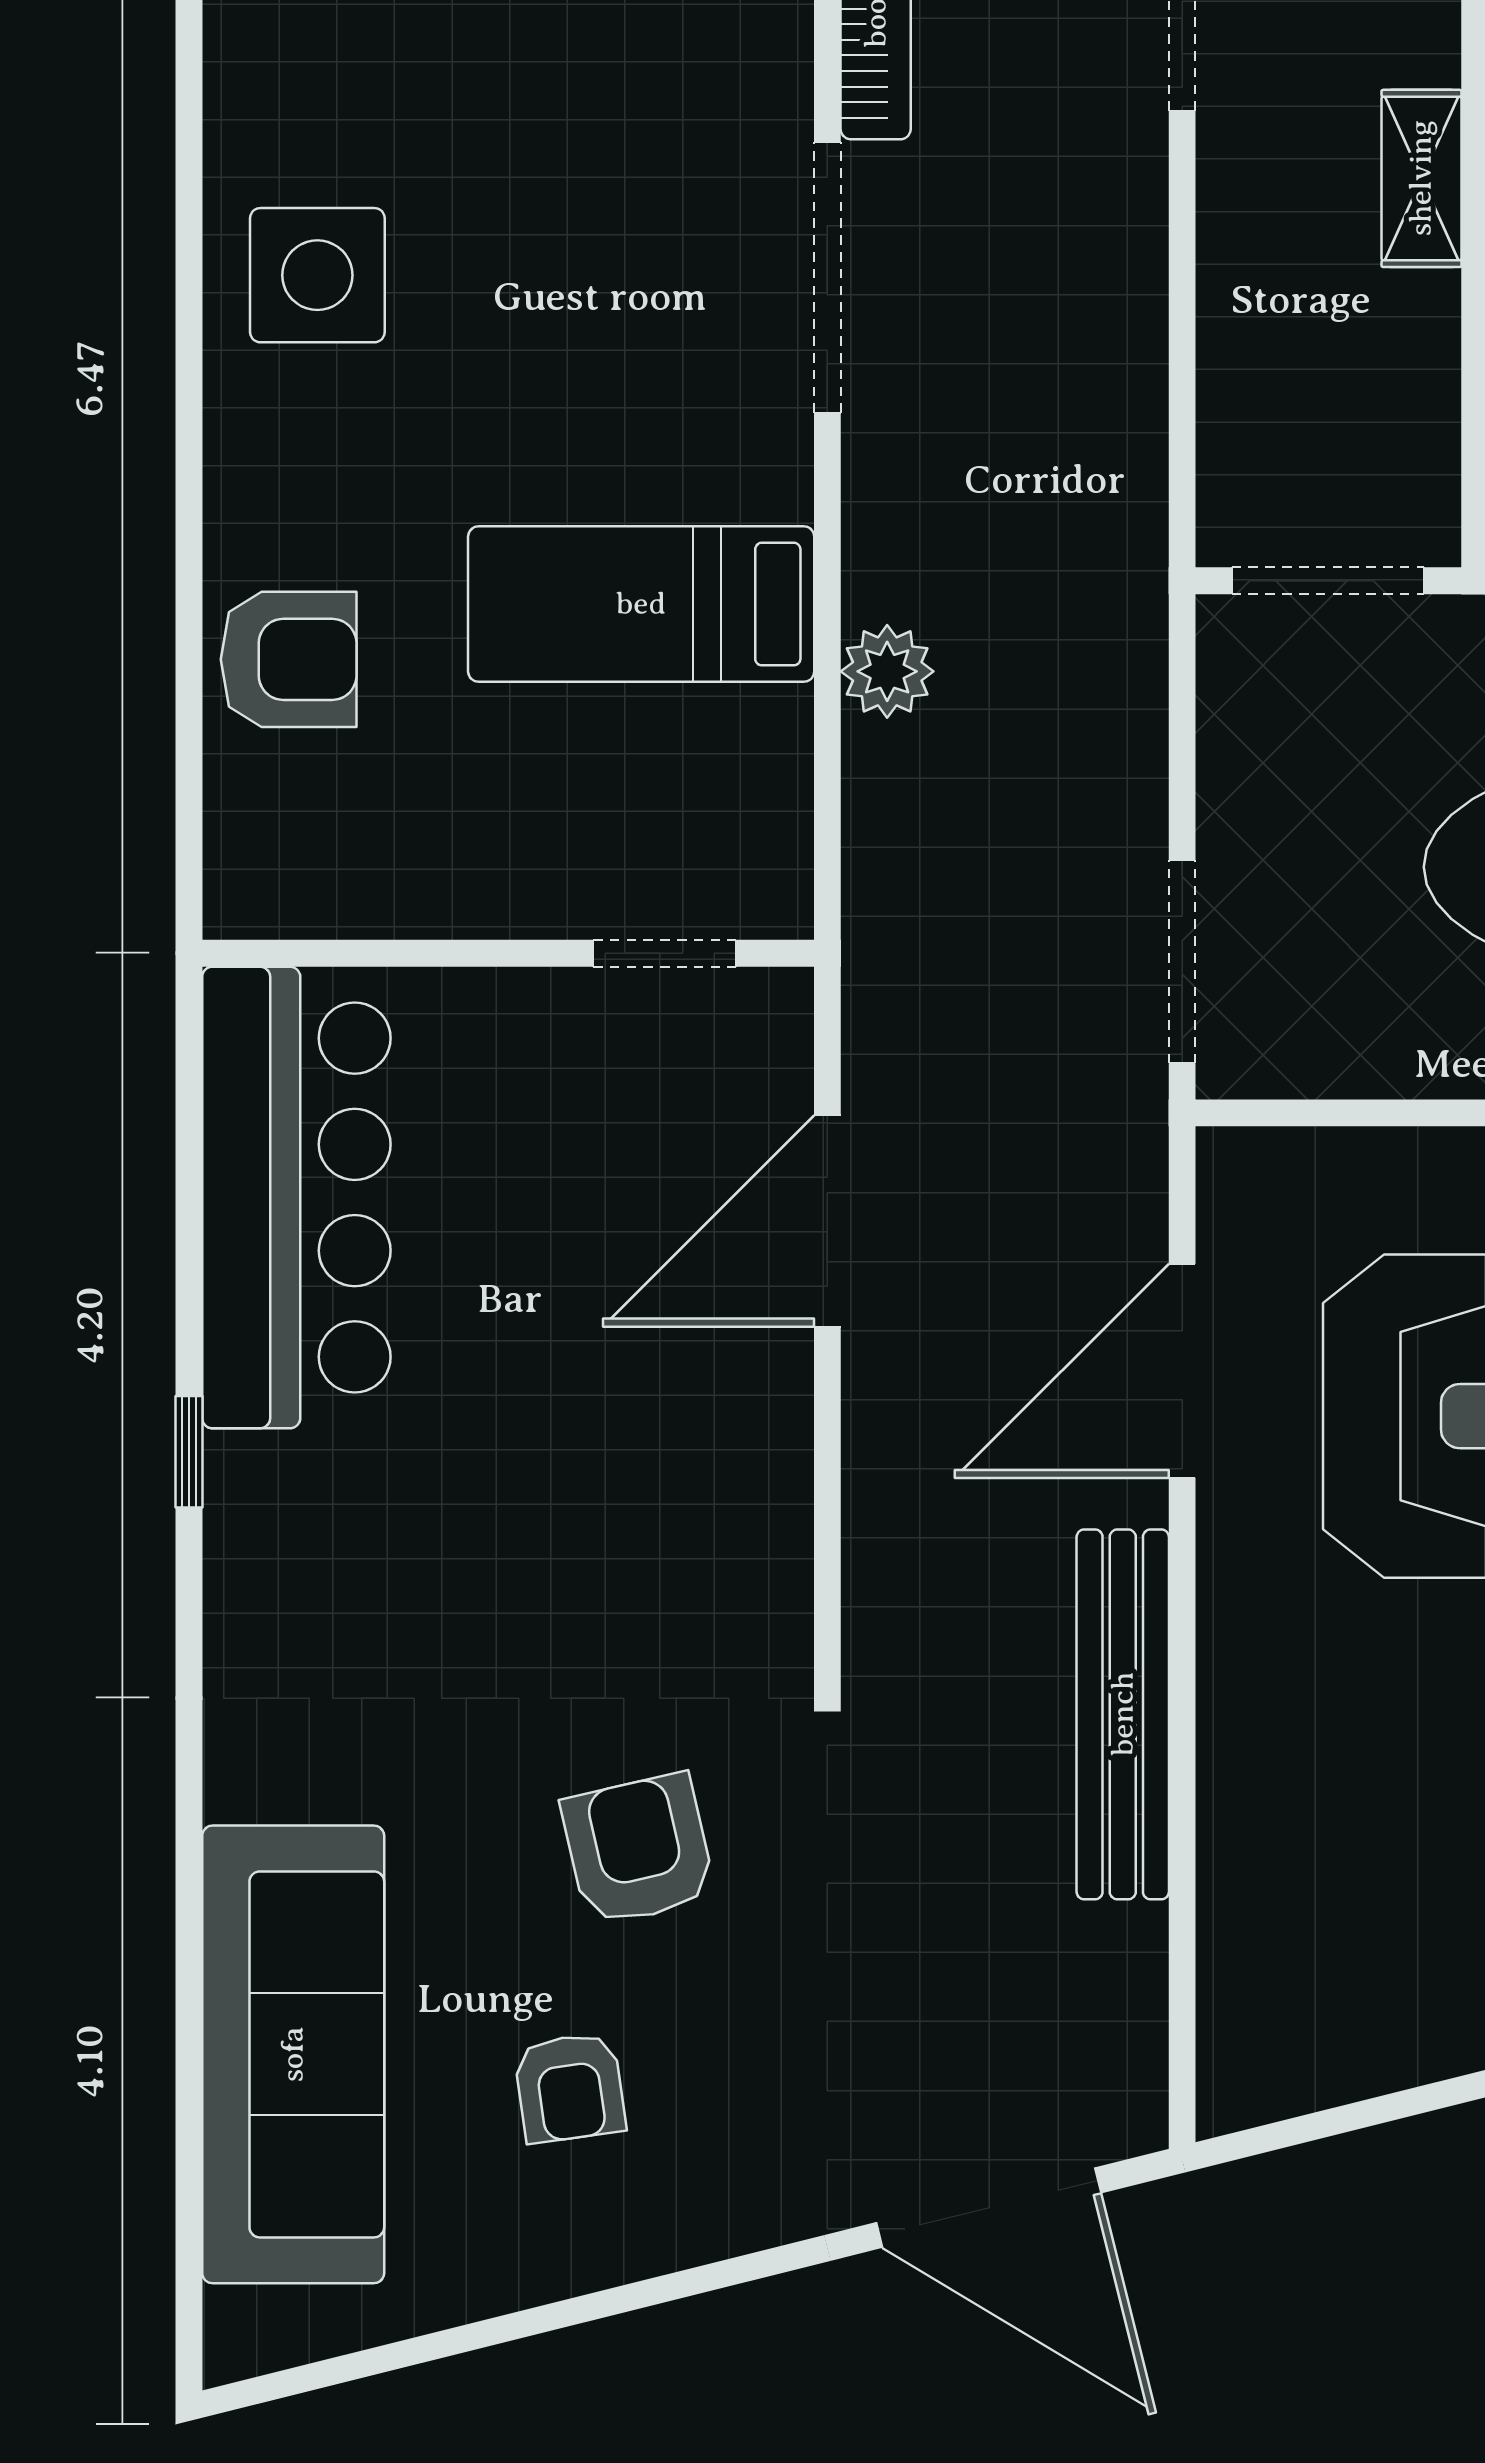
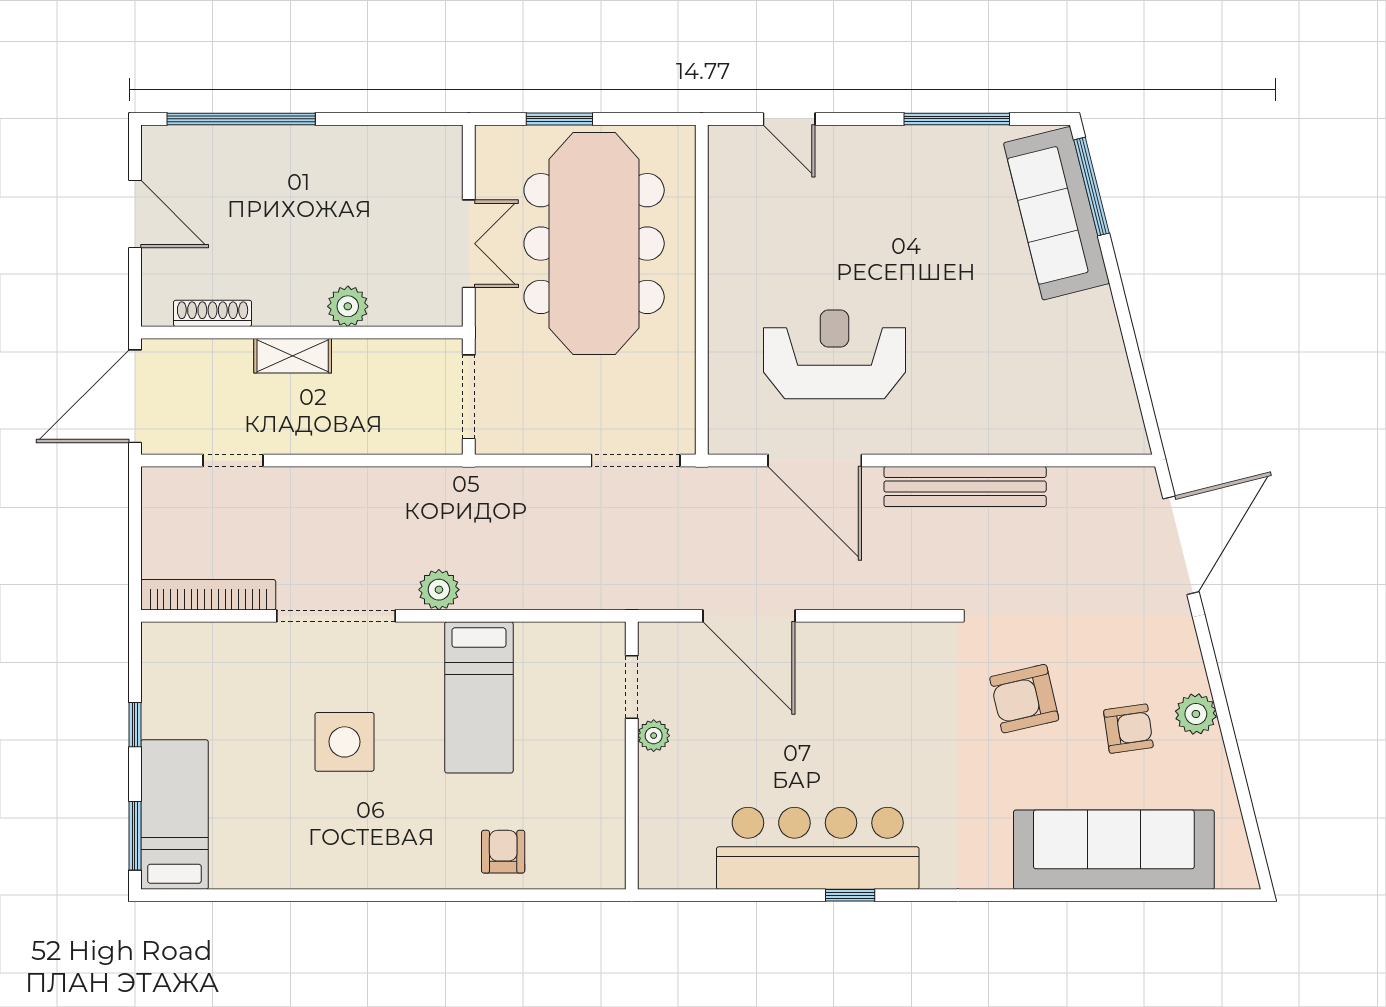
side table: (317, 275) -> (345, 742), moved
armchair: (289, 659) -> (503, 852), width x0.72, depth x0.72
plant: (887, 671) -> (439, 590), moved
plant: (554, 1003) -> (654, 736), added
bar counter: (296, 1197) -> (818, 848), moved
plant: (603, 2242) -> (1196, 714), added

